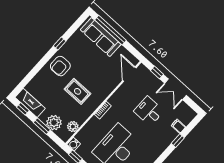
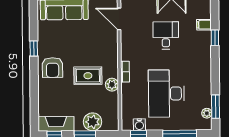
desk: (149, 111) -> (166, 35), turned 90
plant: (73, 127) -> (112, 85), moved
water cooler: (74, 144) -> (139, 125), moved

